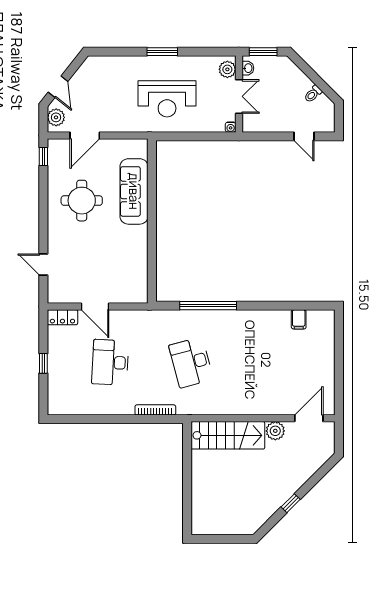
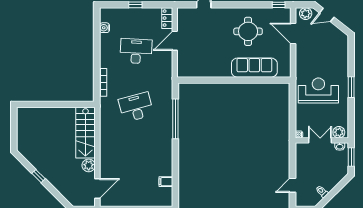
double door: (239, 96) -> (320, 140), swing flipped
reception desk: (167, 99) -> (318, 90), turned 90
water cooler: (76, 408) -> (104, 28), added
door: (309, 418) -> (97, 189), hinge flipped

